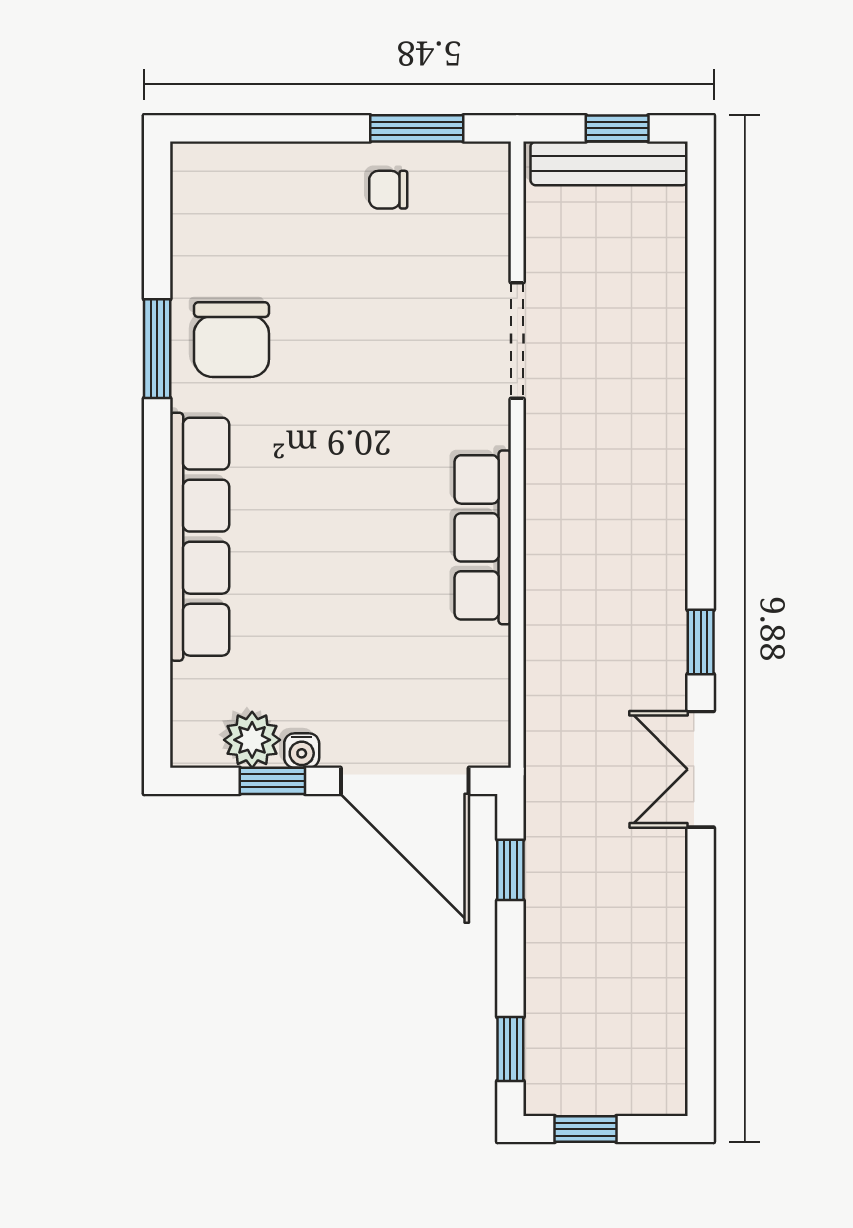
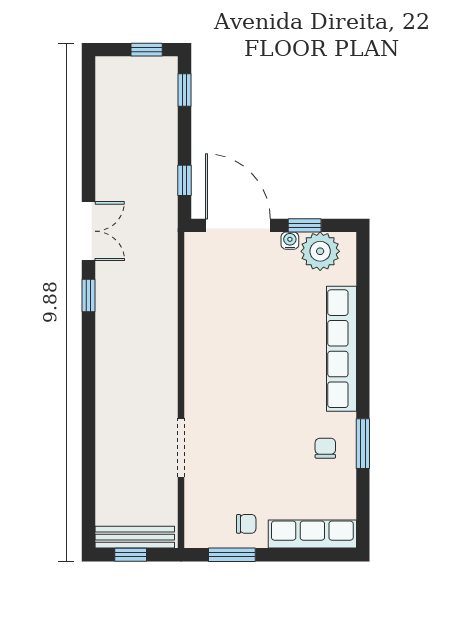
chair: (231, 340) -> (325, 448), width x0.54, depth x0.54
row of seats: (483, 537) -> (312, 534), moved, turned -90
plant: (252, 740) -> (320, 251), width x1.36, depth x1.36

